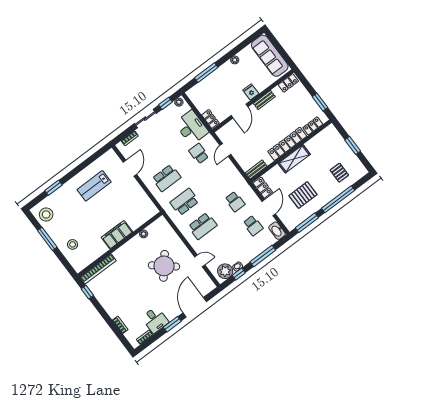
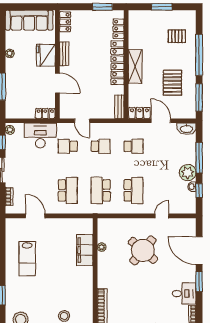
fridge: (251, 92) -> (46, 55), width x1.88, depth x1.34
school desk: (253, 226) -> (101, 146), moved
filing cabinet: (117, 235) -> (85, 250), moved
plant: (225, 271) -> (188, 173), moved

